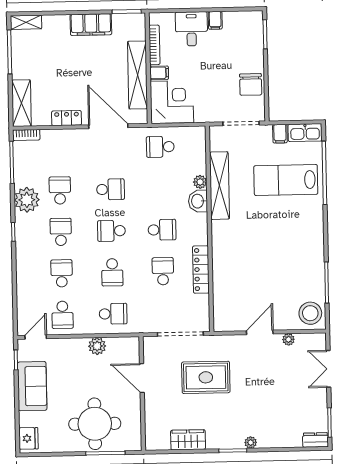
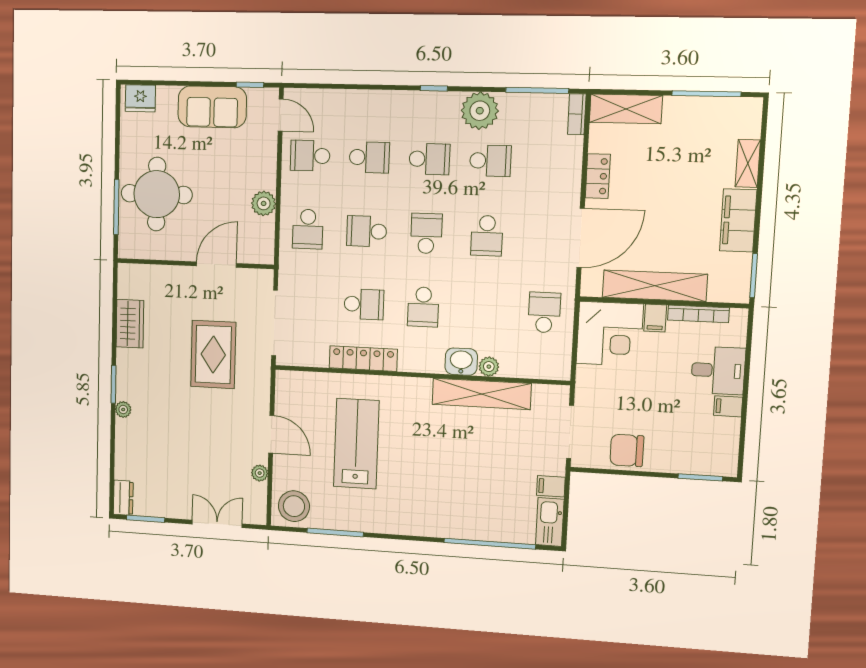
shelving: (26, 22) -> (748, 163), moved
lab bench: (286, 180) -> (356, 444), moved

